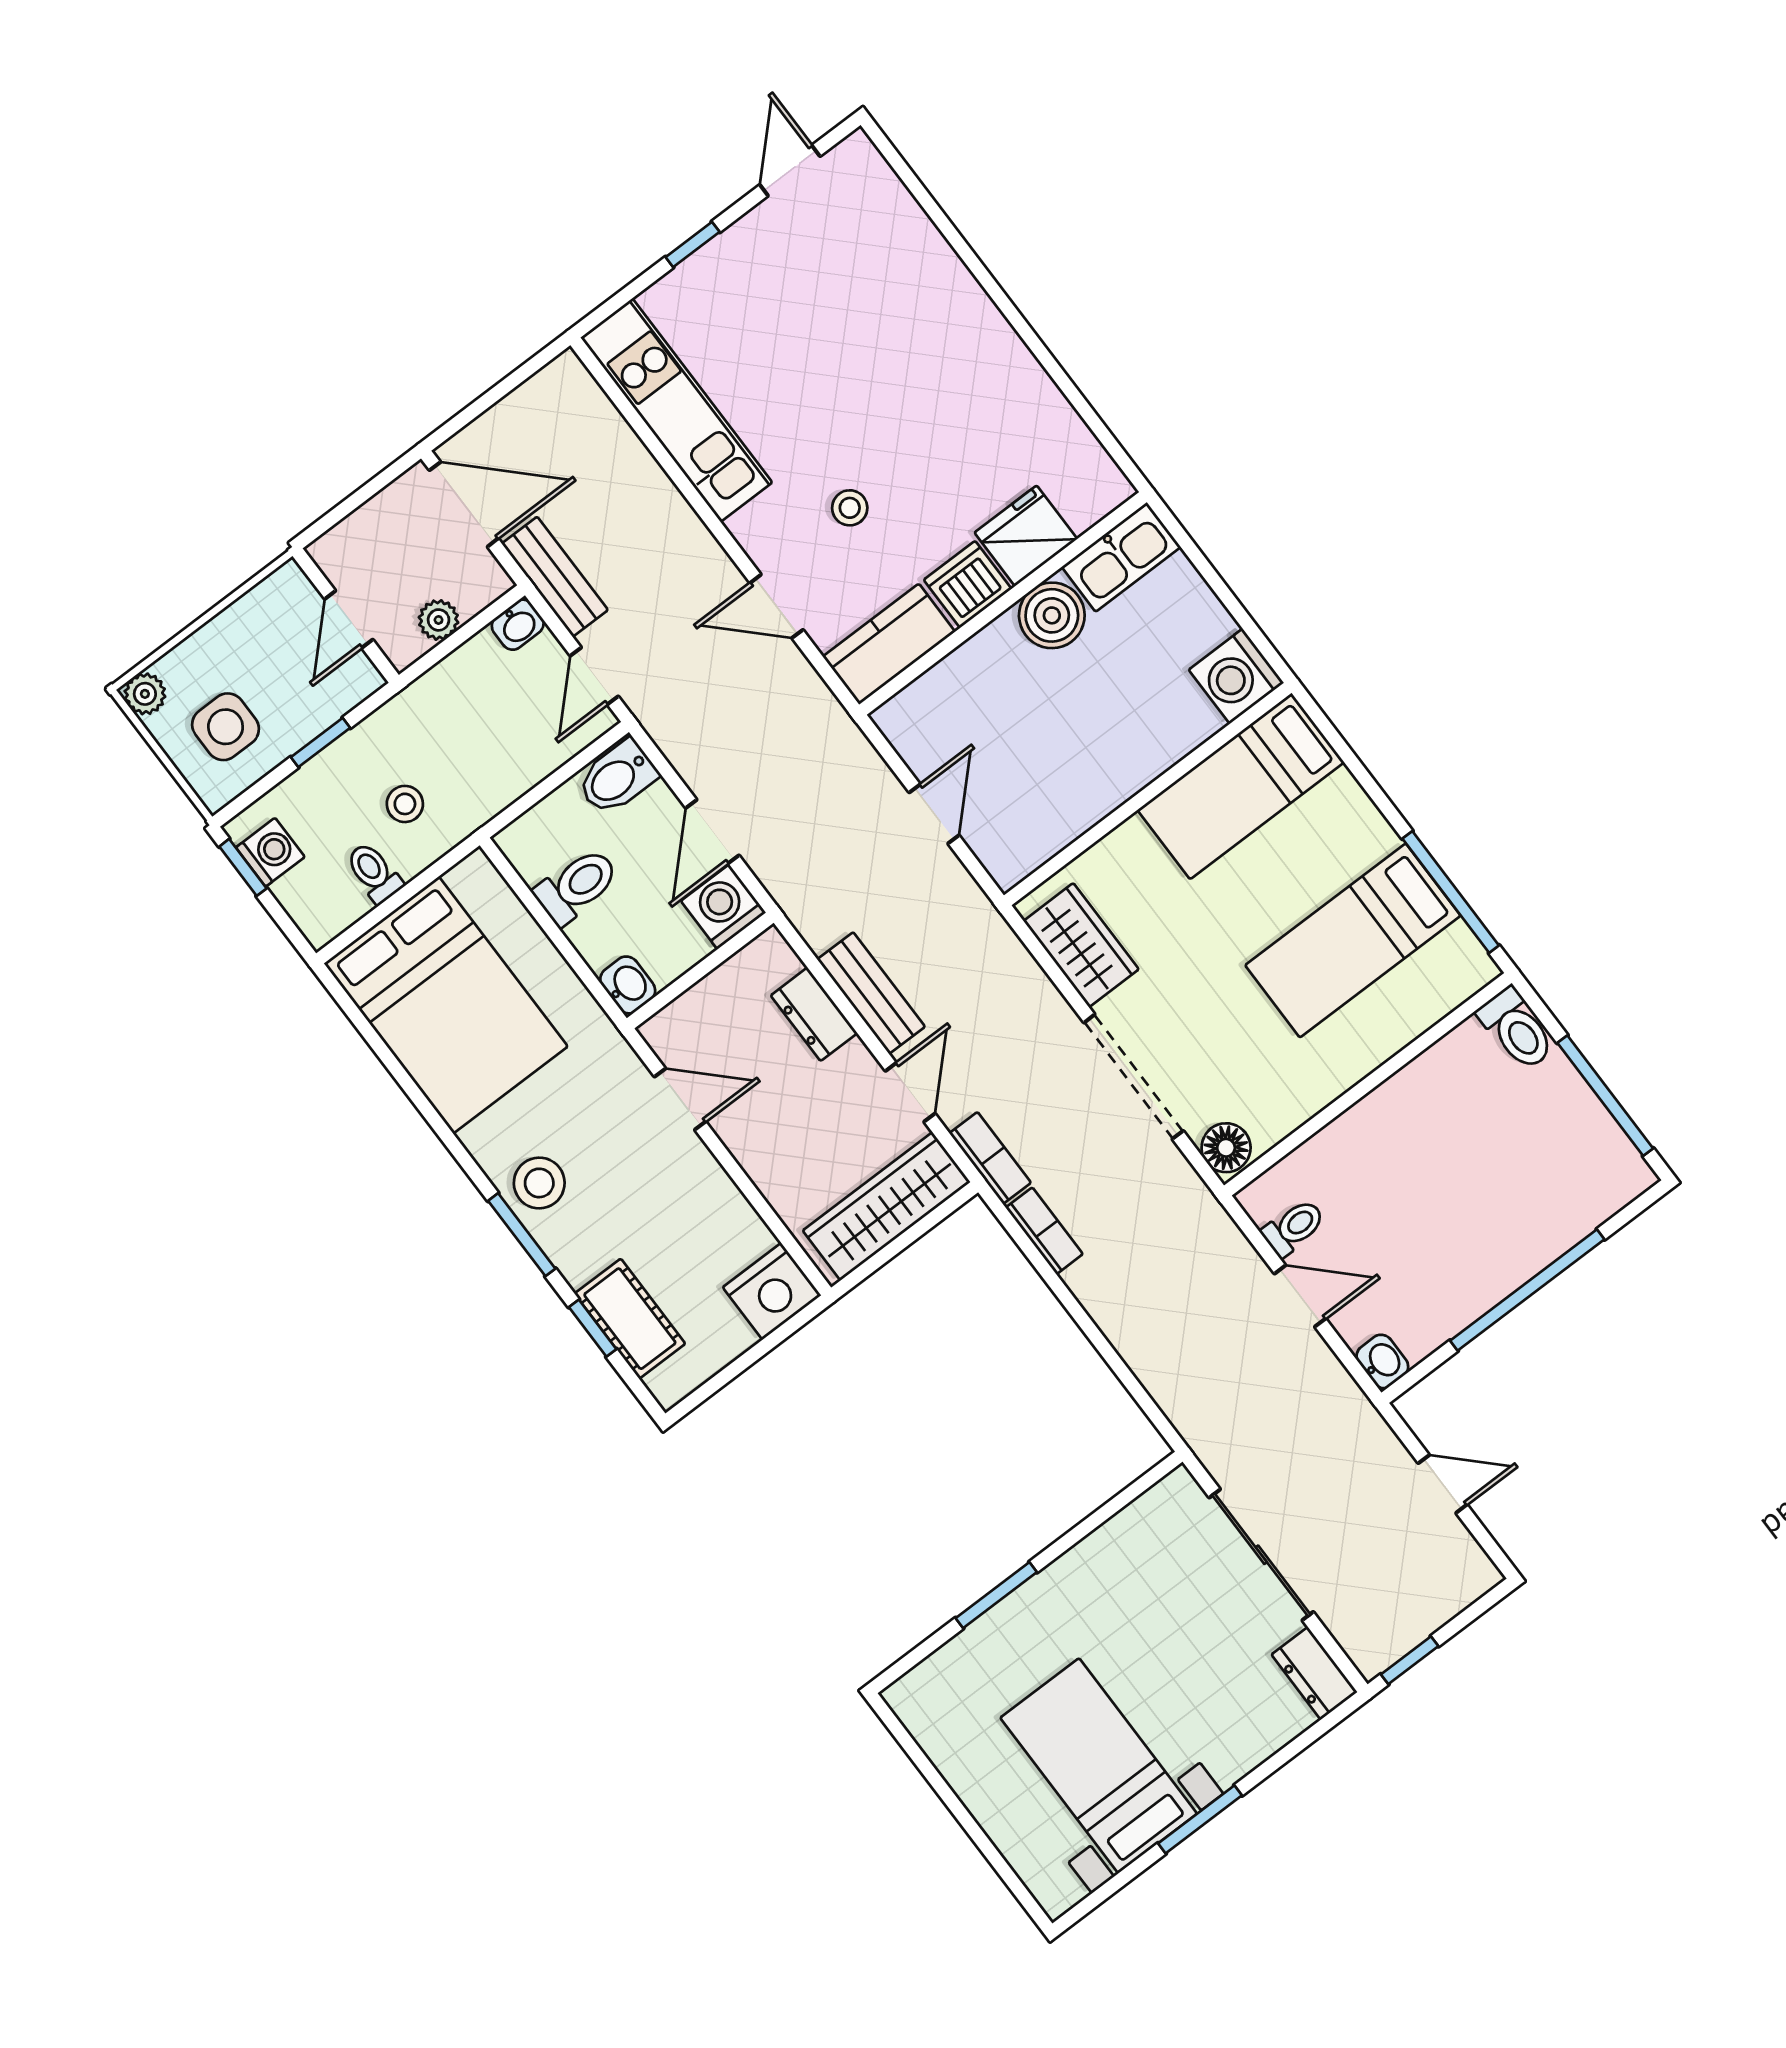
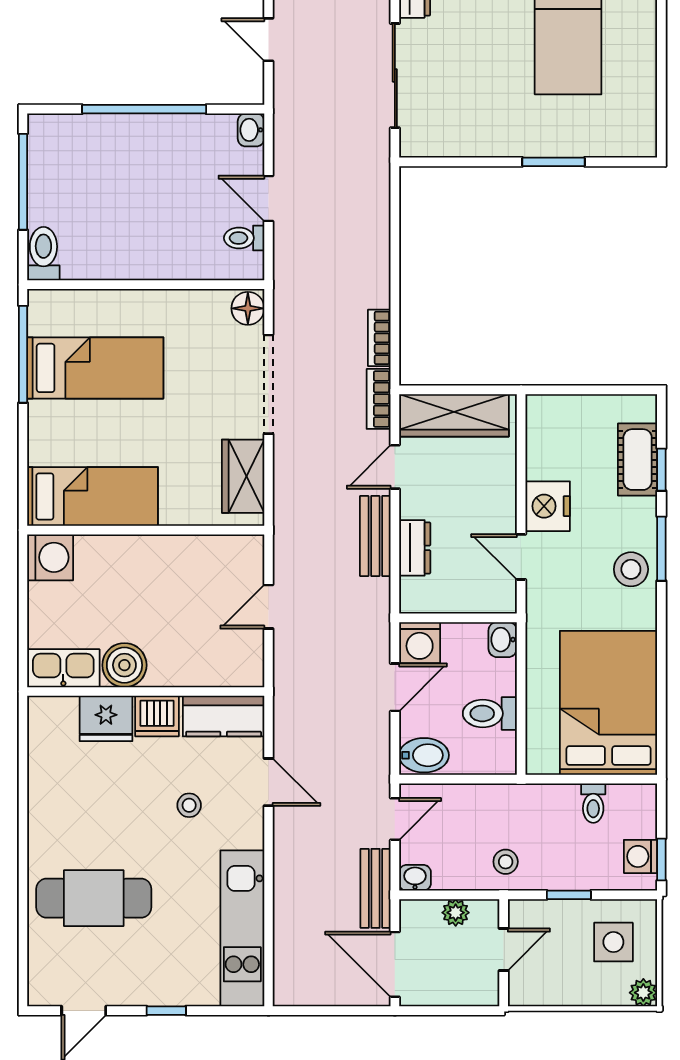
cafe table: (879, 313) -> (94, 898), added
stool: (405, 804) -> (506, 862), moved
nightstand: (772, 1291) -> (548, 506), moved, turned -90

